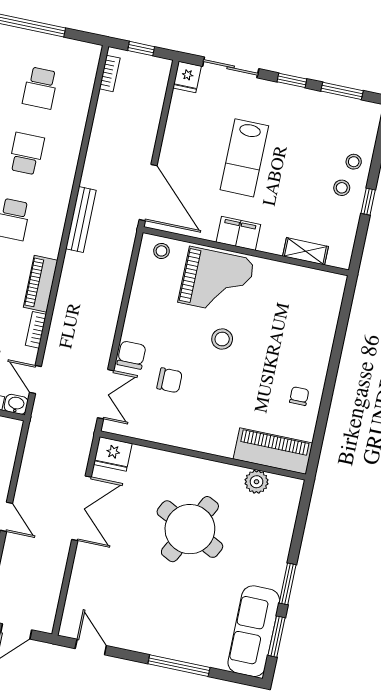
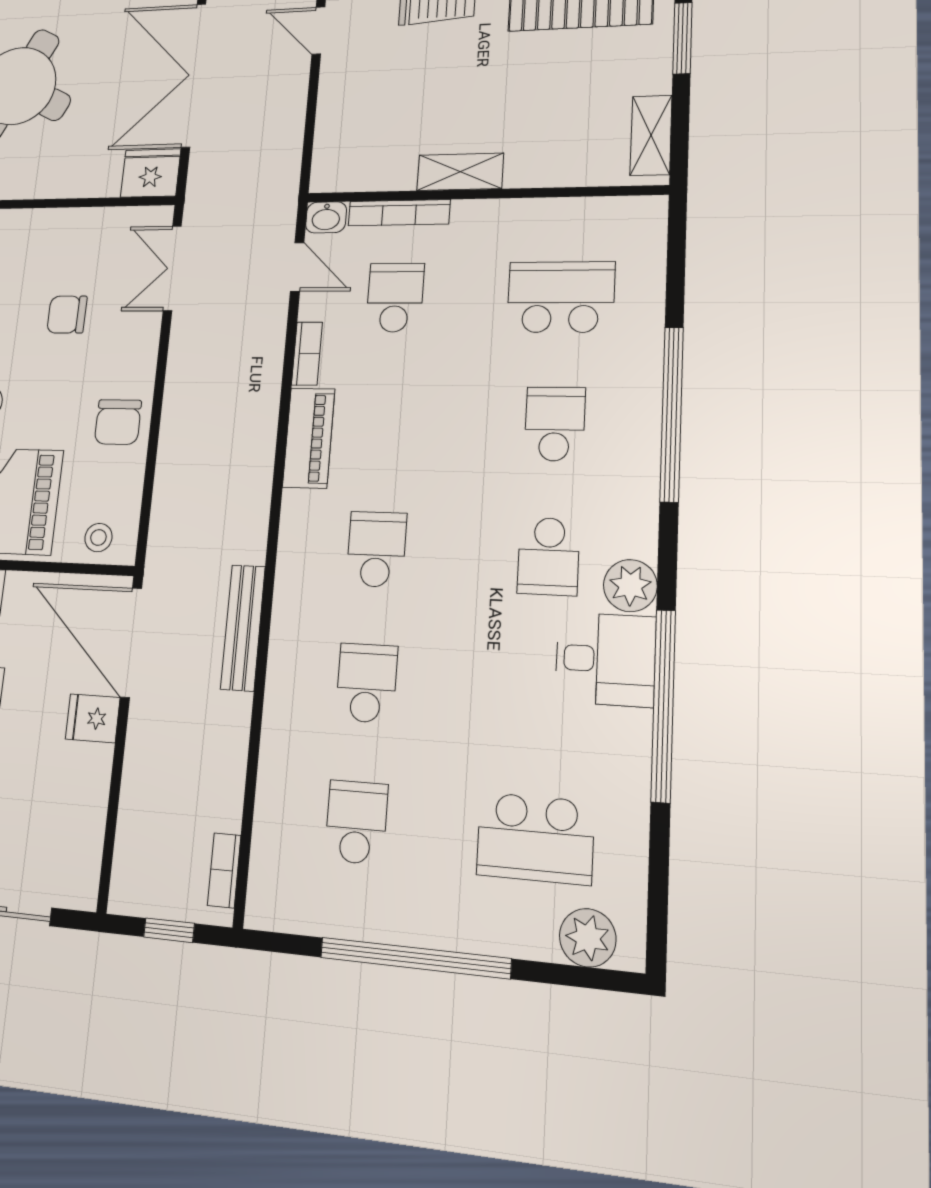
fridge: (187, 77) -> (93, 718), moved, turned -90
school desk: (26, 154) -> (367, 683), turned 180
bench: (81, 219) -> (243, 628), moved
chair: (131, 355) -> (118, 422), moved
double door: (82, 508) -> (194, 75), width x1.36

